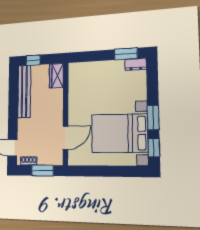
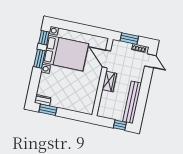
wardrobe: (56, 76) -> (109, 81), moved
door: (65, 138) -> (106, 59), hinge flipped

